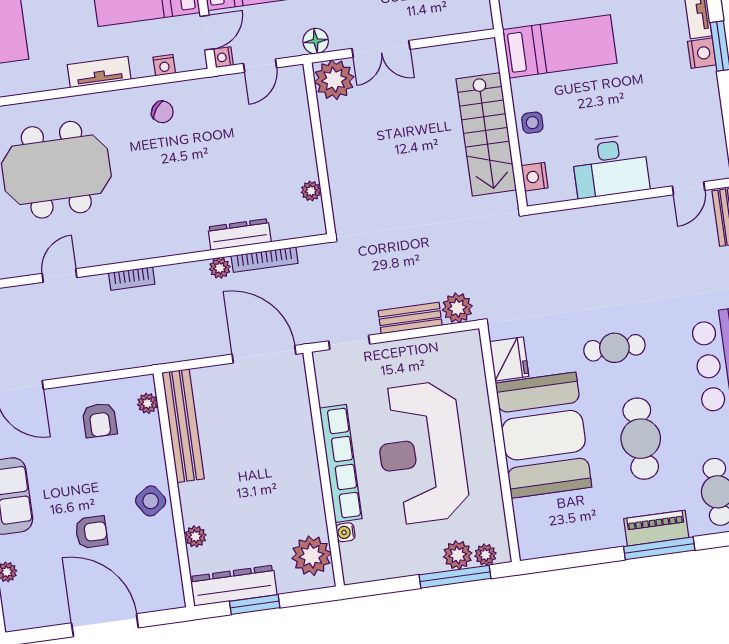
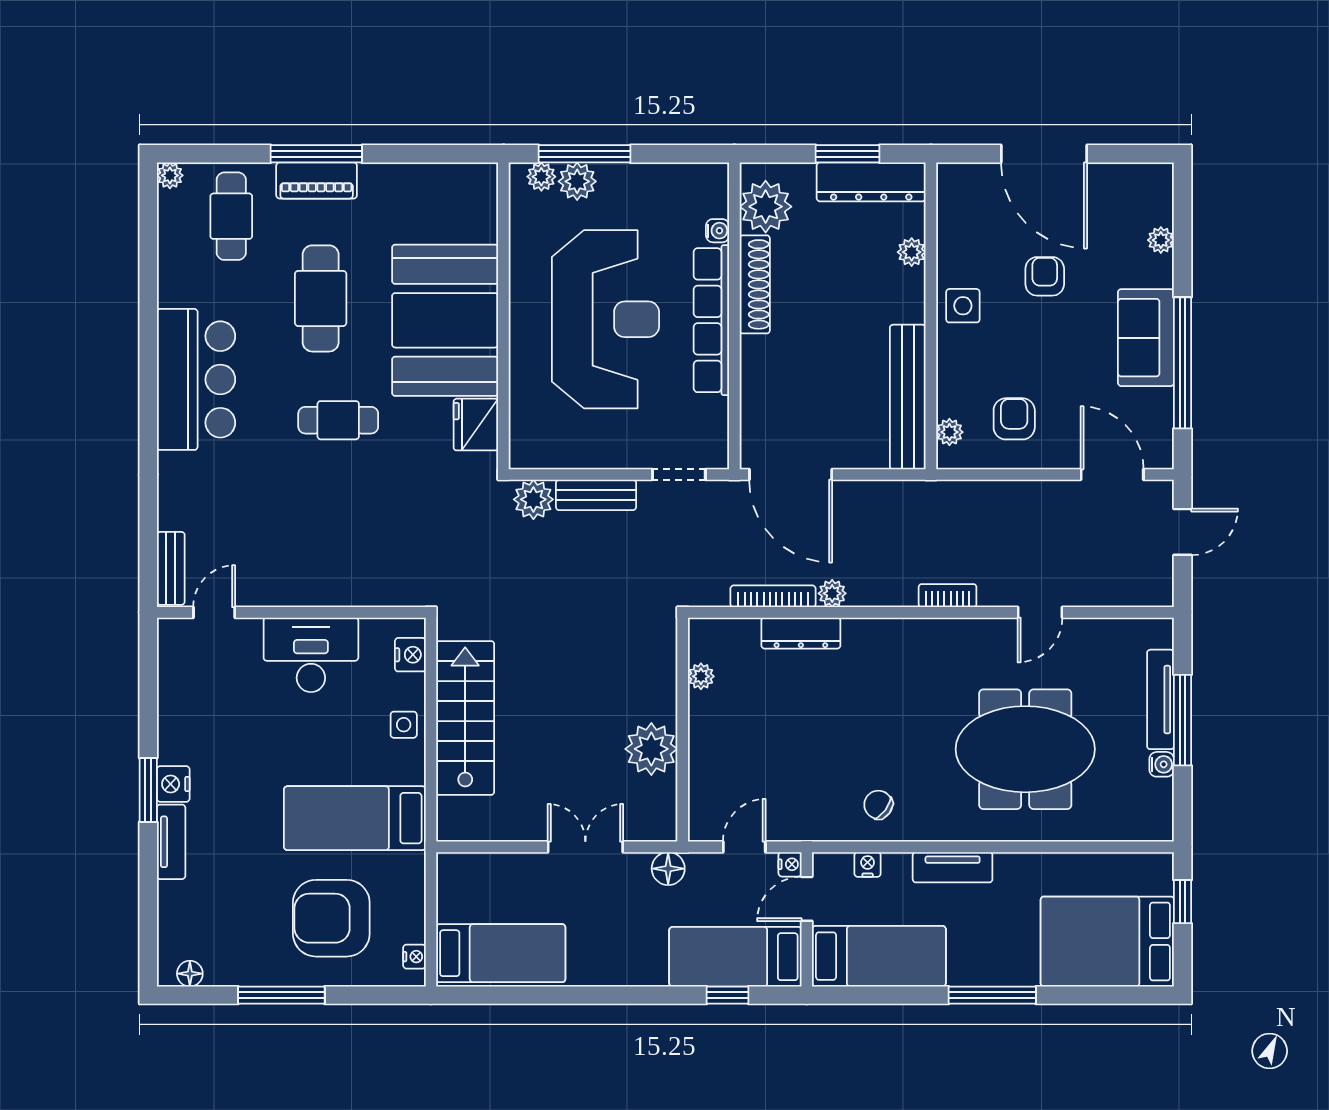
plant: (334, 80) -> (651, 749), moved
shoe rack: (311, 495) -> (755, 284), added
side table: (151, 501) -> (963, 306), turned 34
armchair: (91, 532) -> (1045, 276), turned 90

